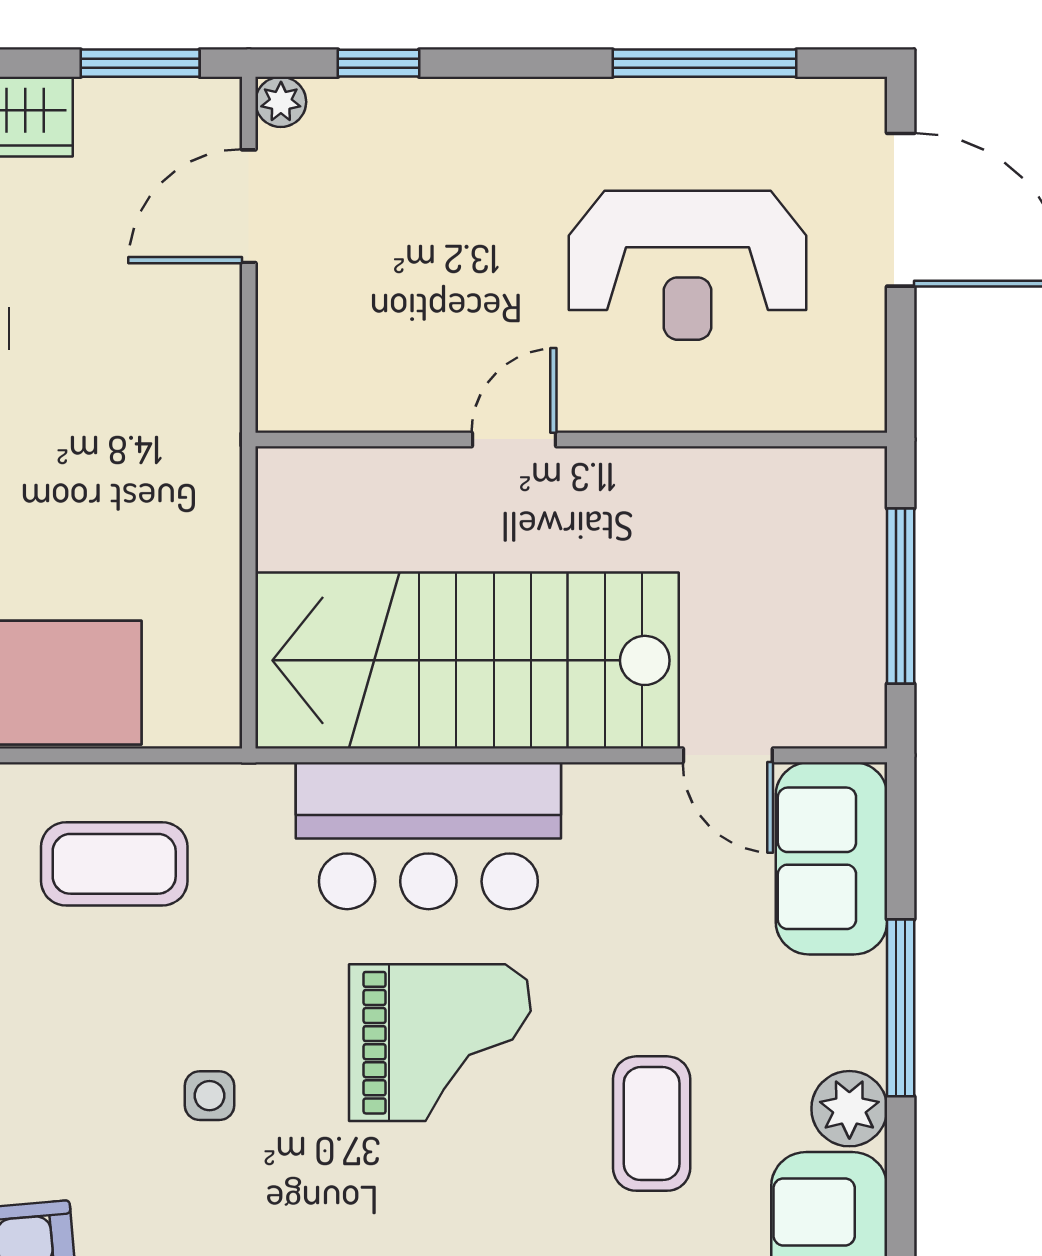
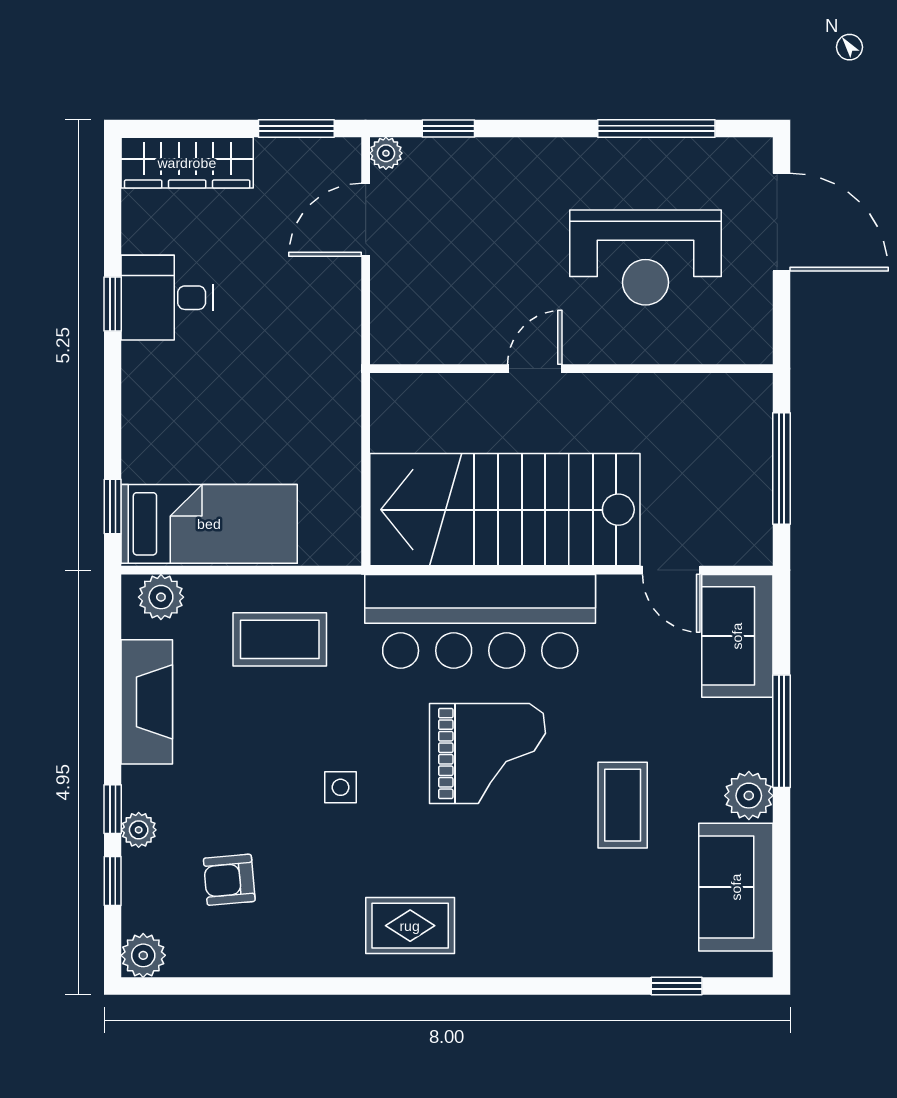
bar counter: (428, 836) -> (480, 621), width x1.36

